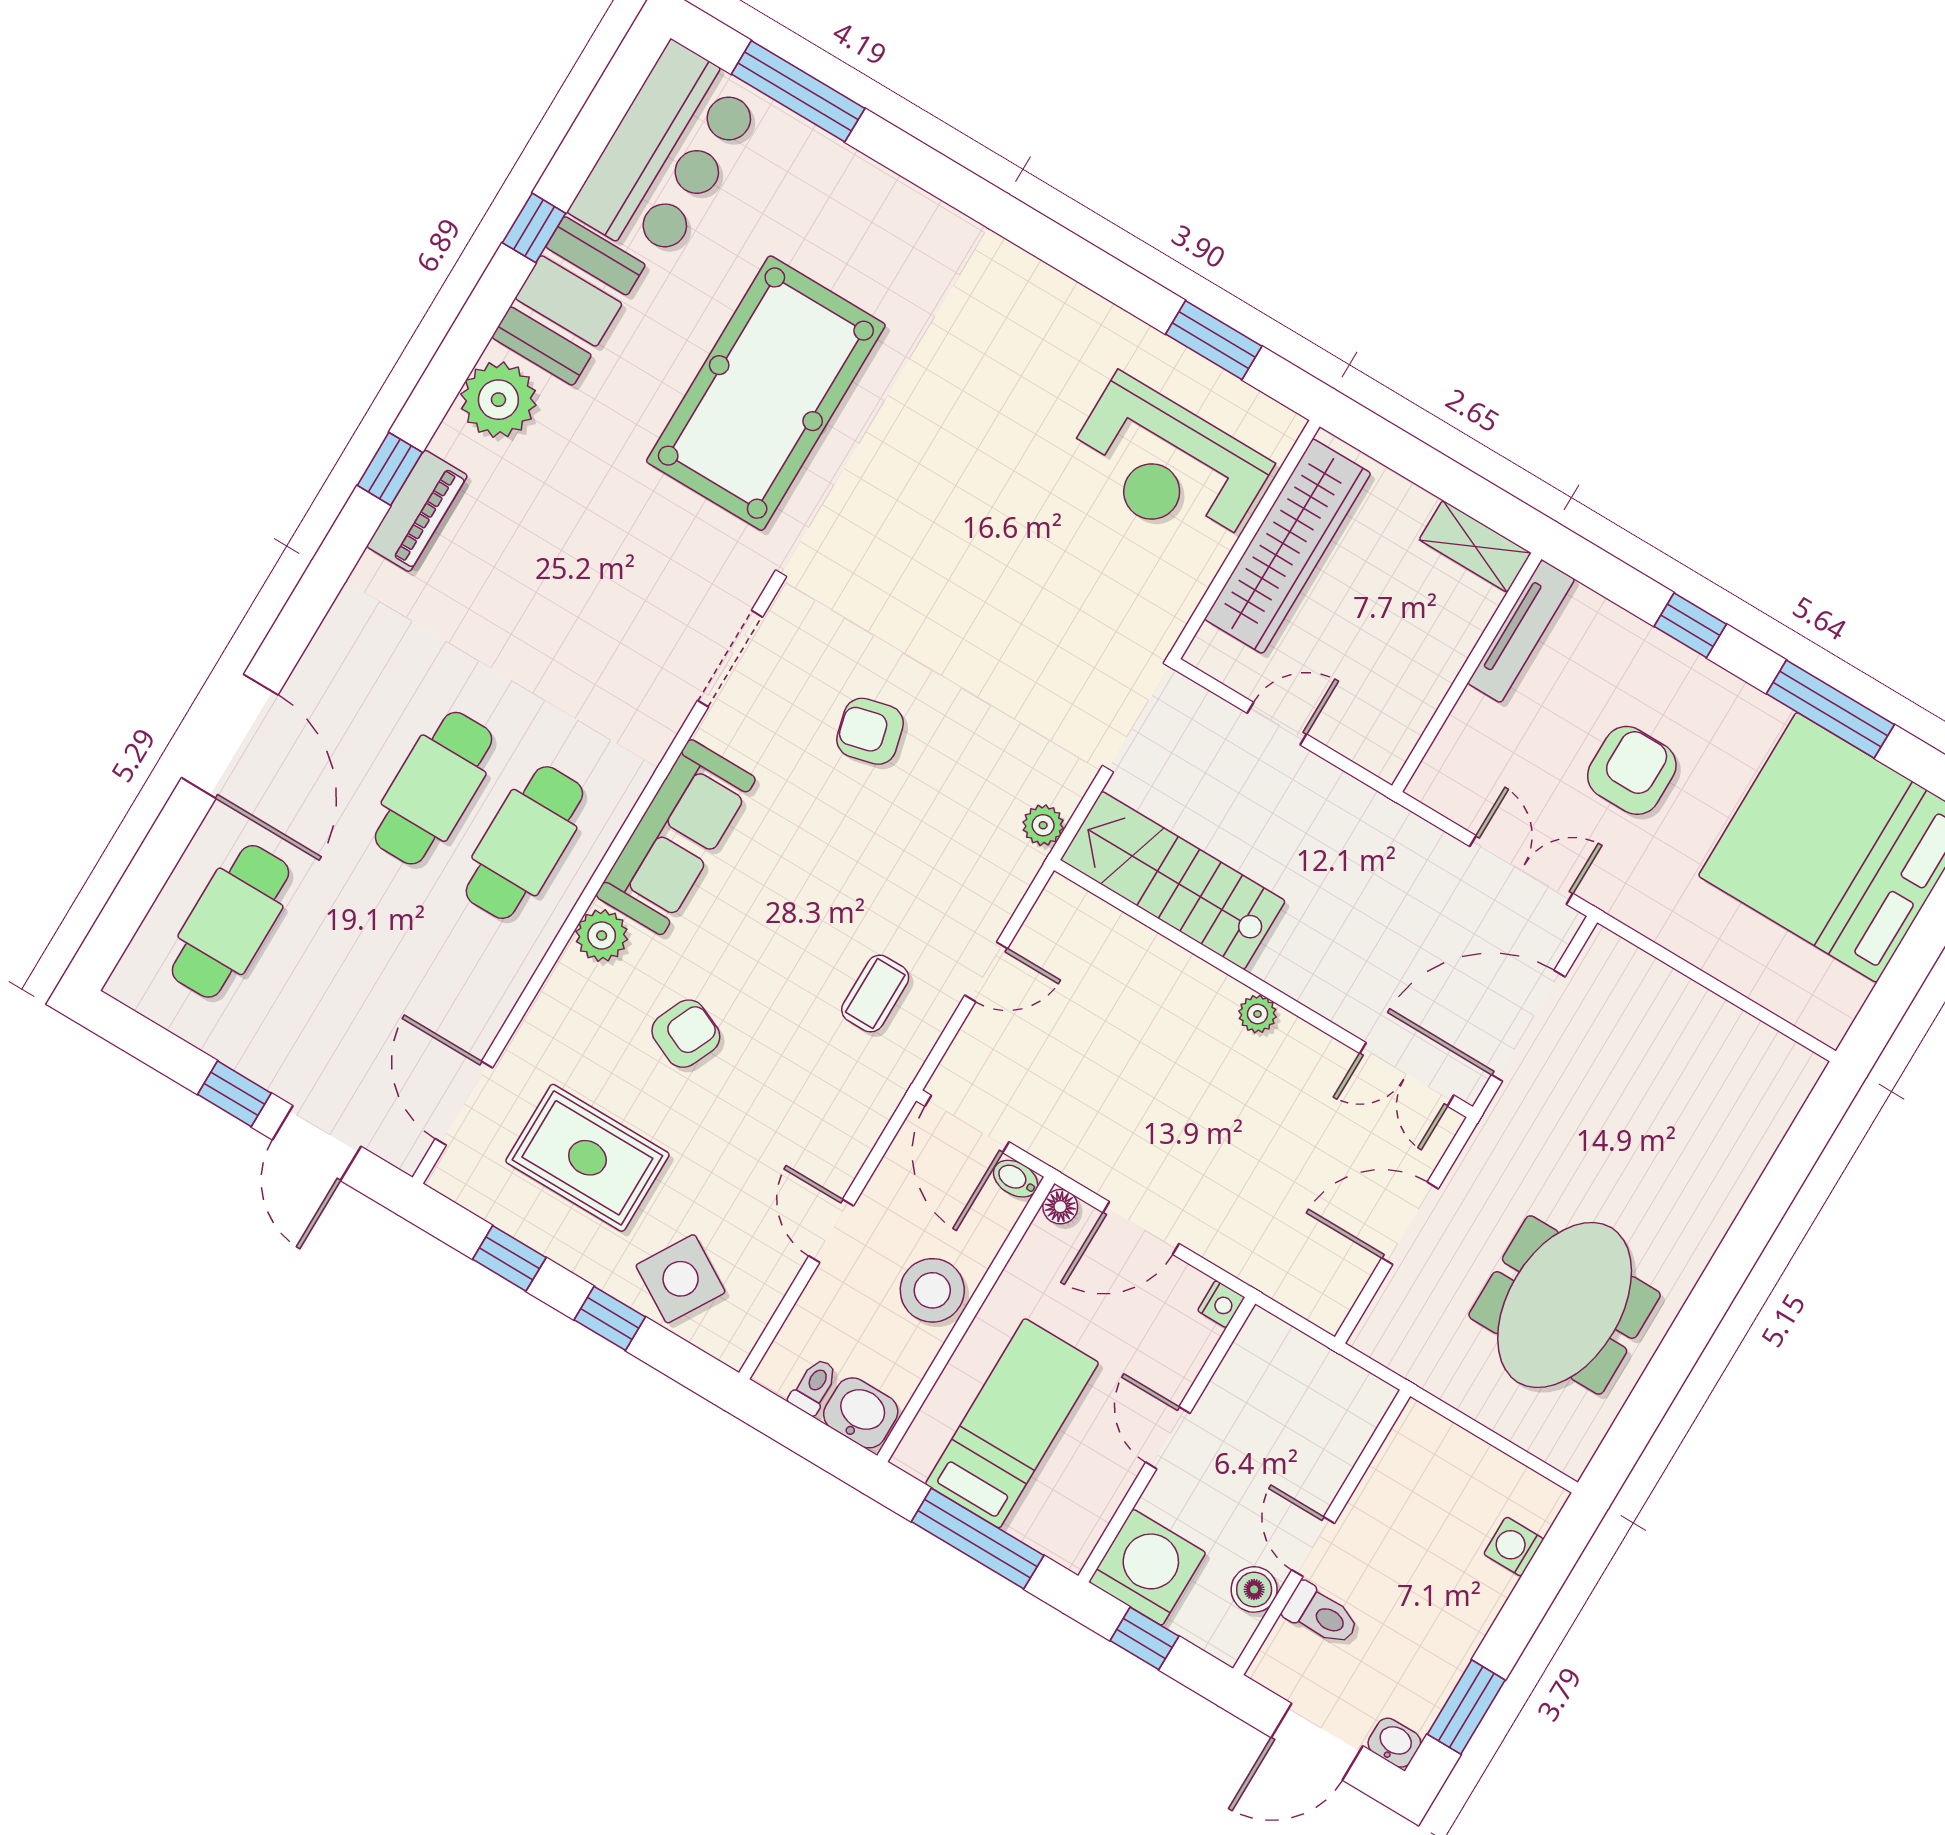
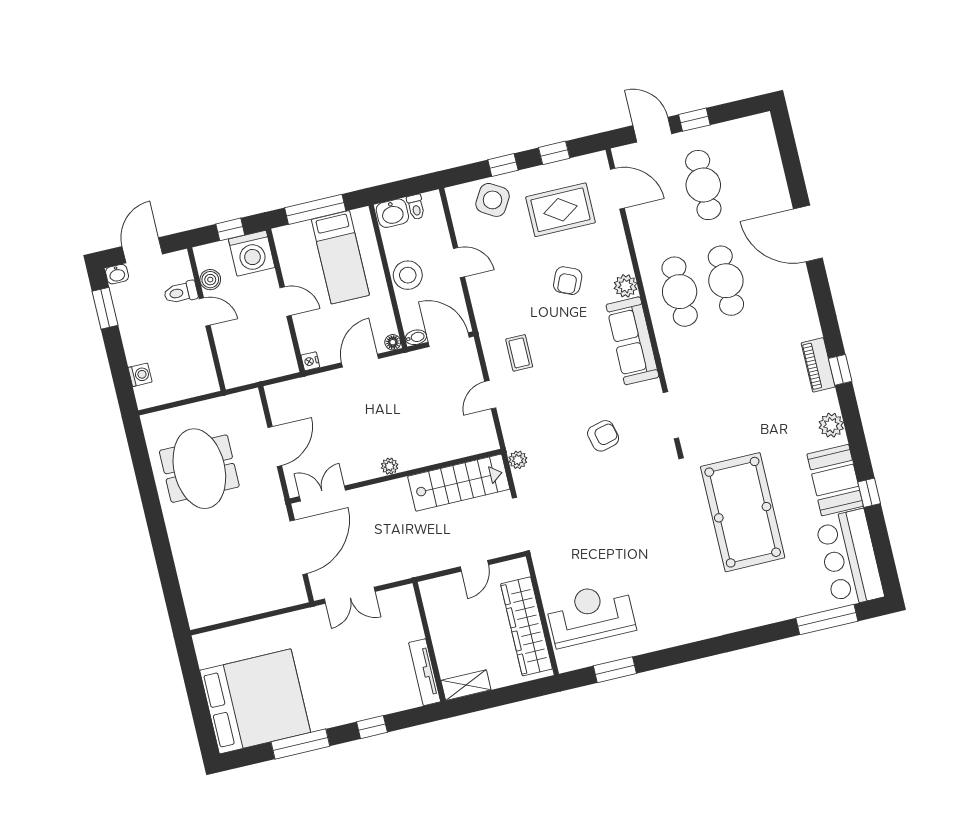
plant: (498, 400) -> (831, 425), width x0.73, depth x0.73
armchair: (1632, 770) -> (345, 662), removed
cafe table: (230, 921) -> (703, 185), moved

